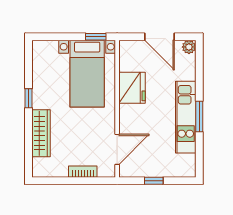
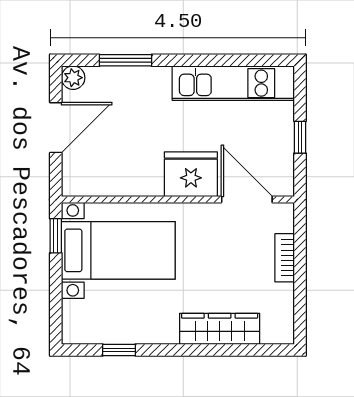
fridge: (132, 88) -> (191, 174), moved
window: (28, 98) -> (119, 350), moved
window: (199, 116) -> (126, 60), moved
kitchen unit: (186, 117) -> (233, 83), moved

